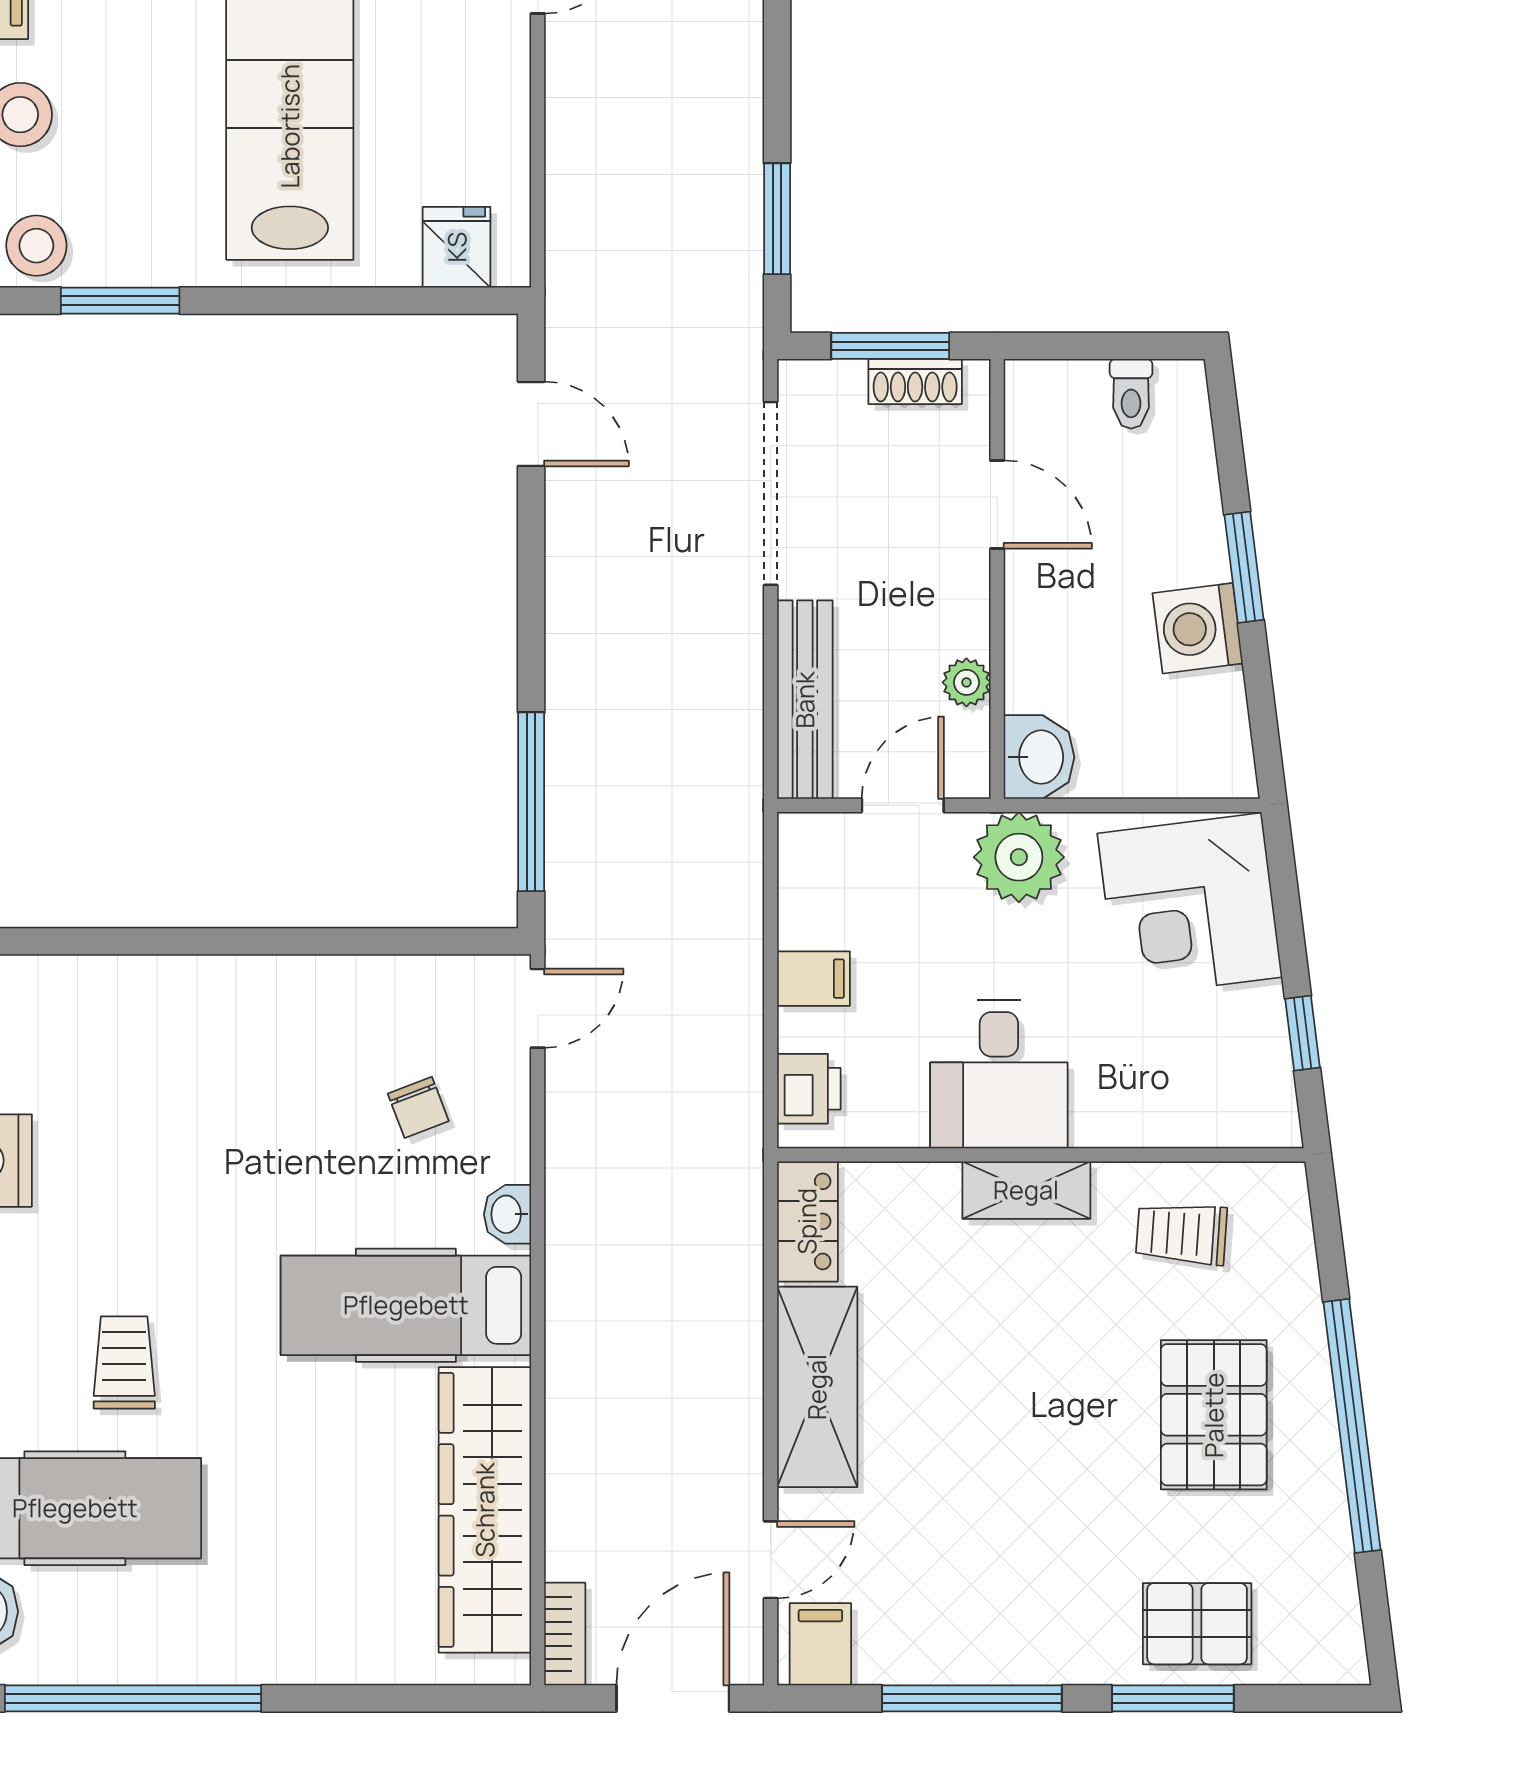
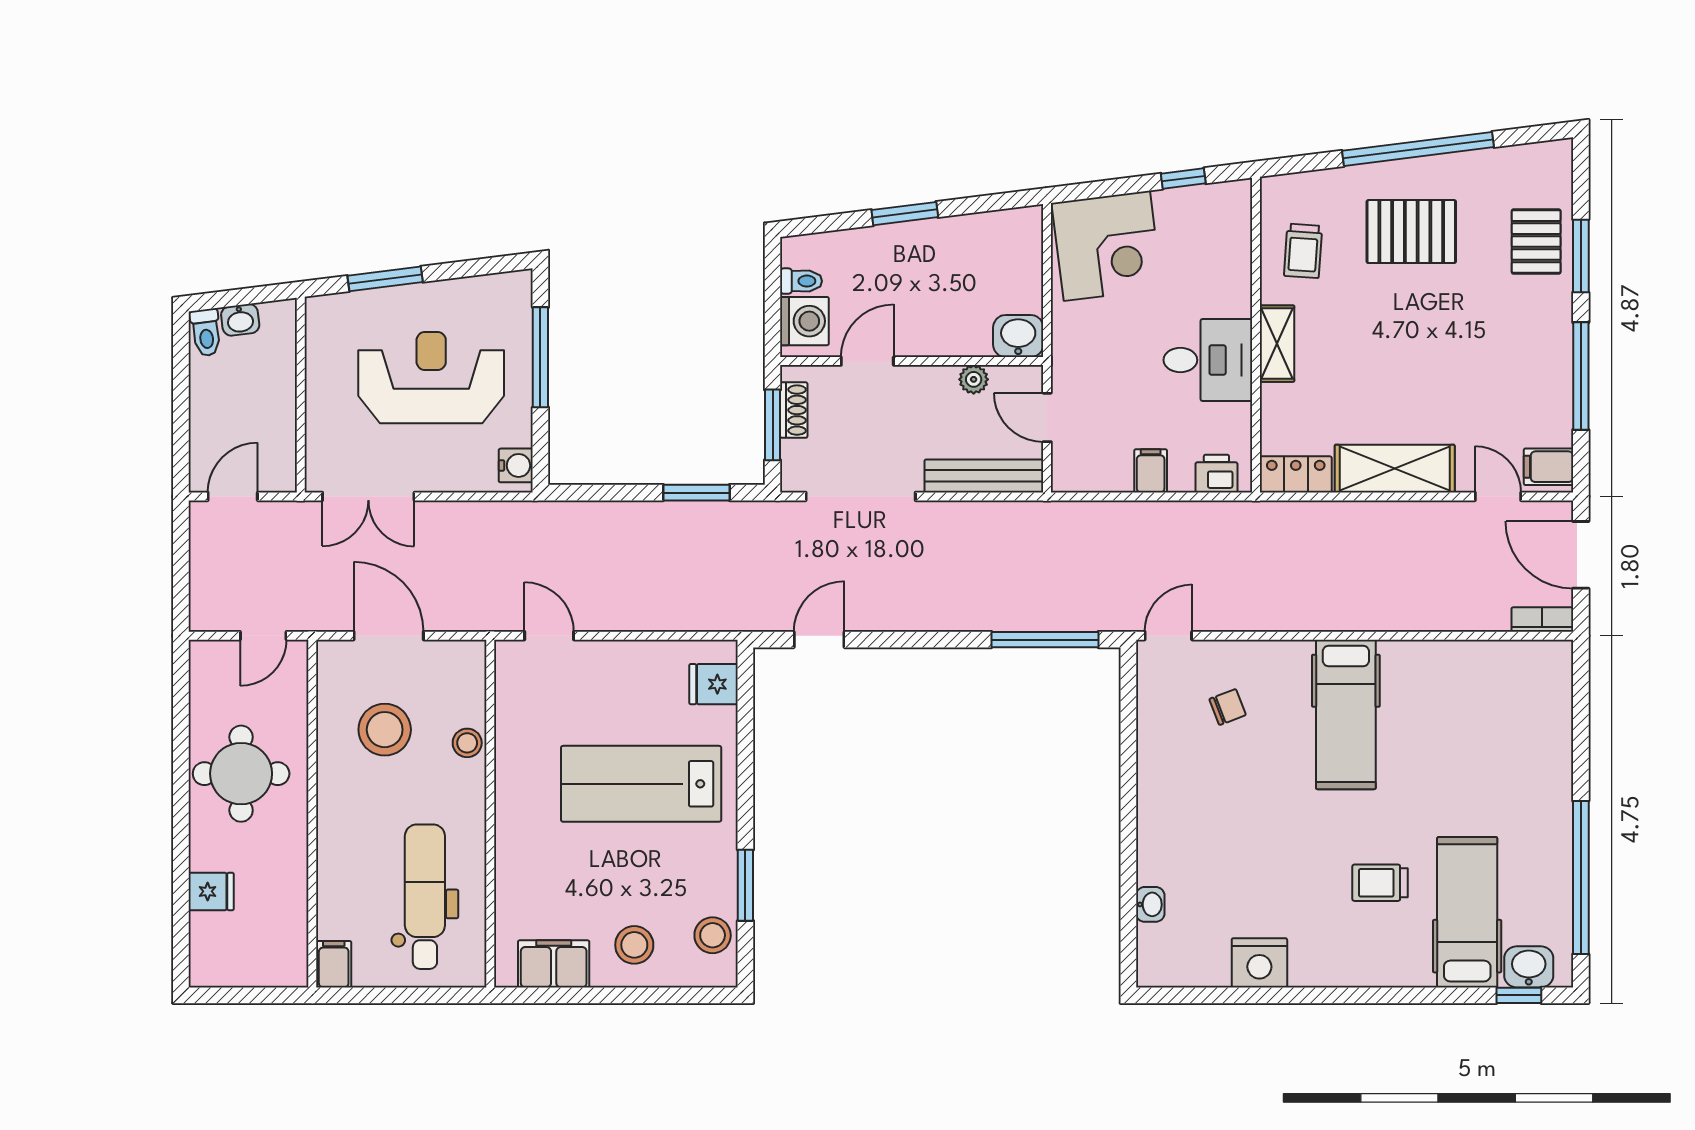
washing machine: (1198, 628) -> (804, 321), moved, turned -83
plant: (1019, 857) -> (1078, 348), removed
door: (538, 1008) -> (1168, 636), hinge flipped
washbasin: (508, 1214) -> (1150, 904), moved, turned -90
wardrobe: (485, 1510) -> (1468, 667), removed

